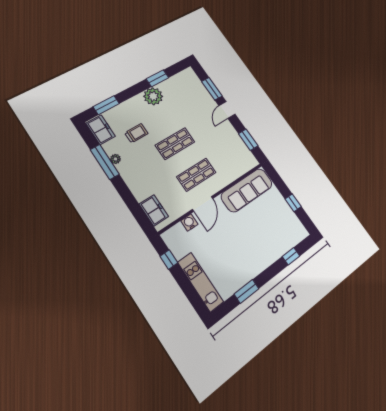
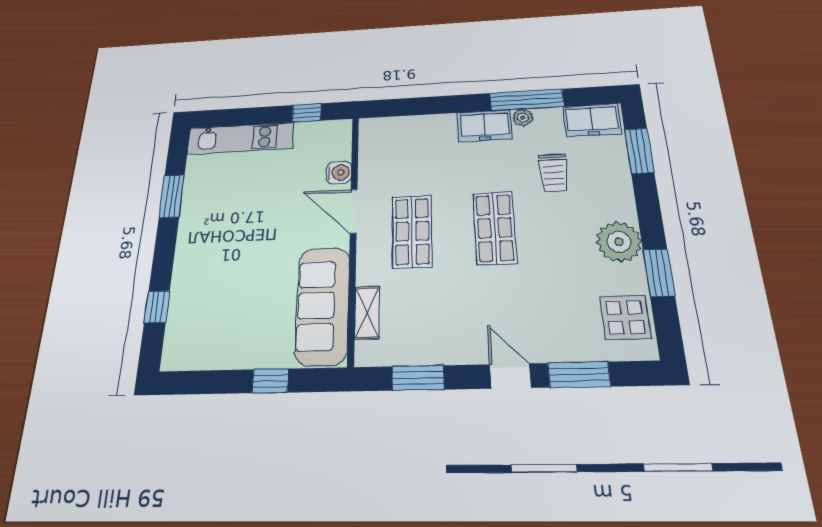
display table: (182, 83) -> (625, 317), added
shelving: (238, 172) -> (367, 313), added
window: (293, 203) -> (270, 381), moved
freezer: (154, 210) -> (485, 126), moved

